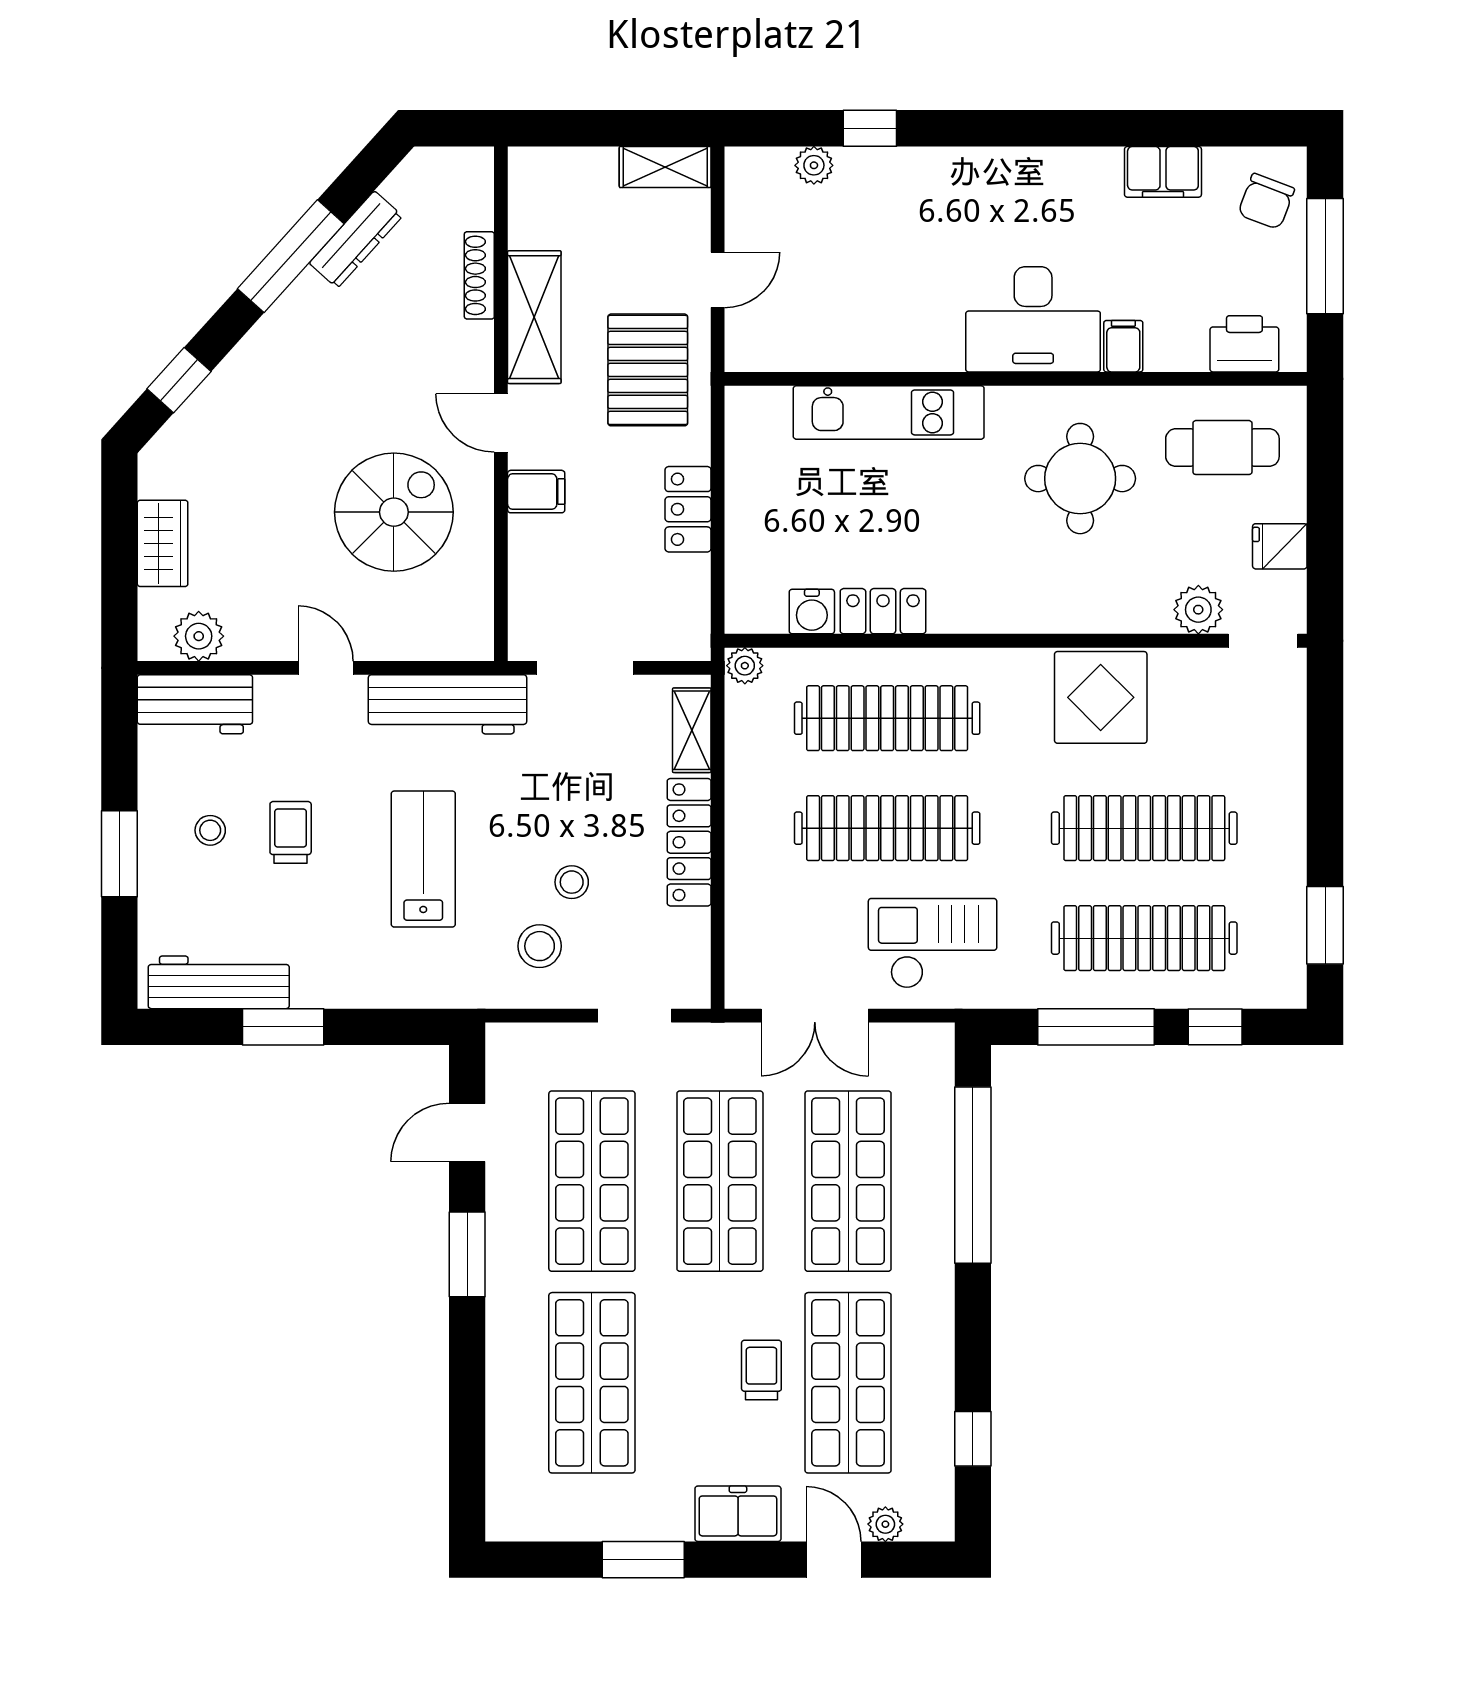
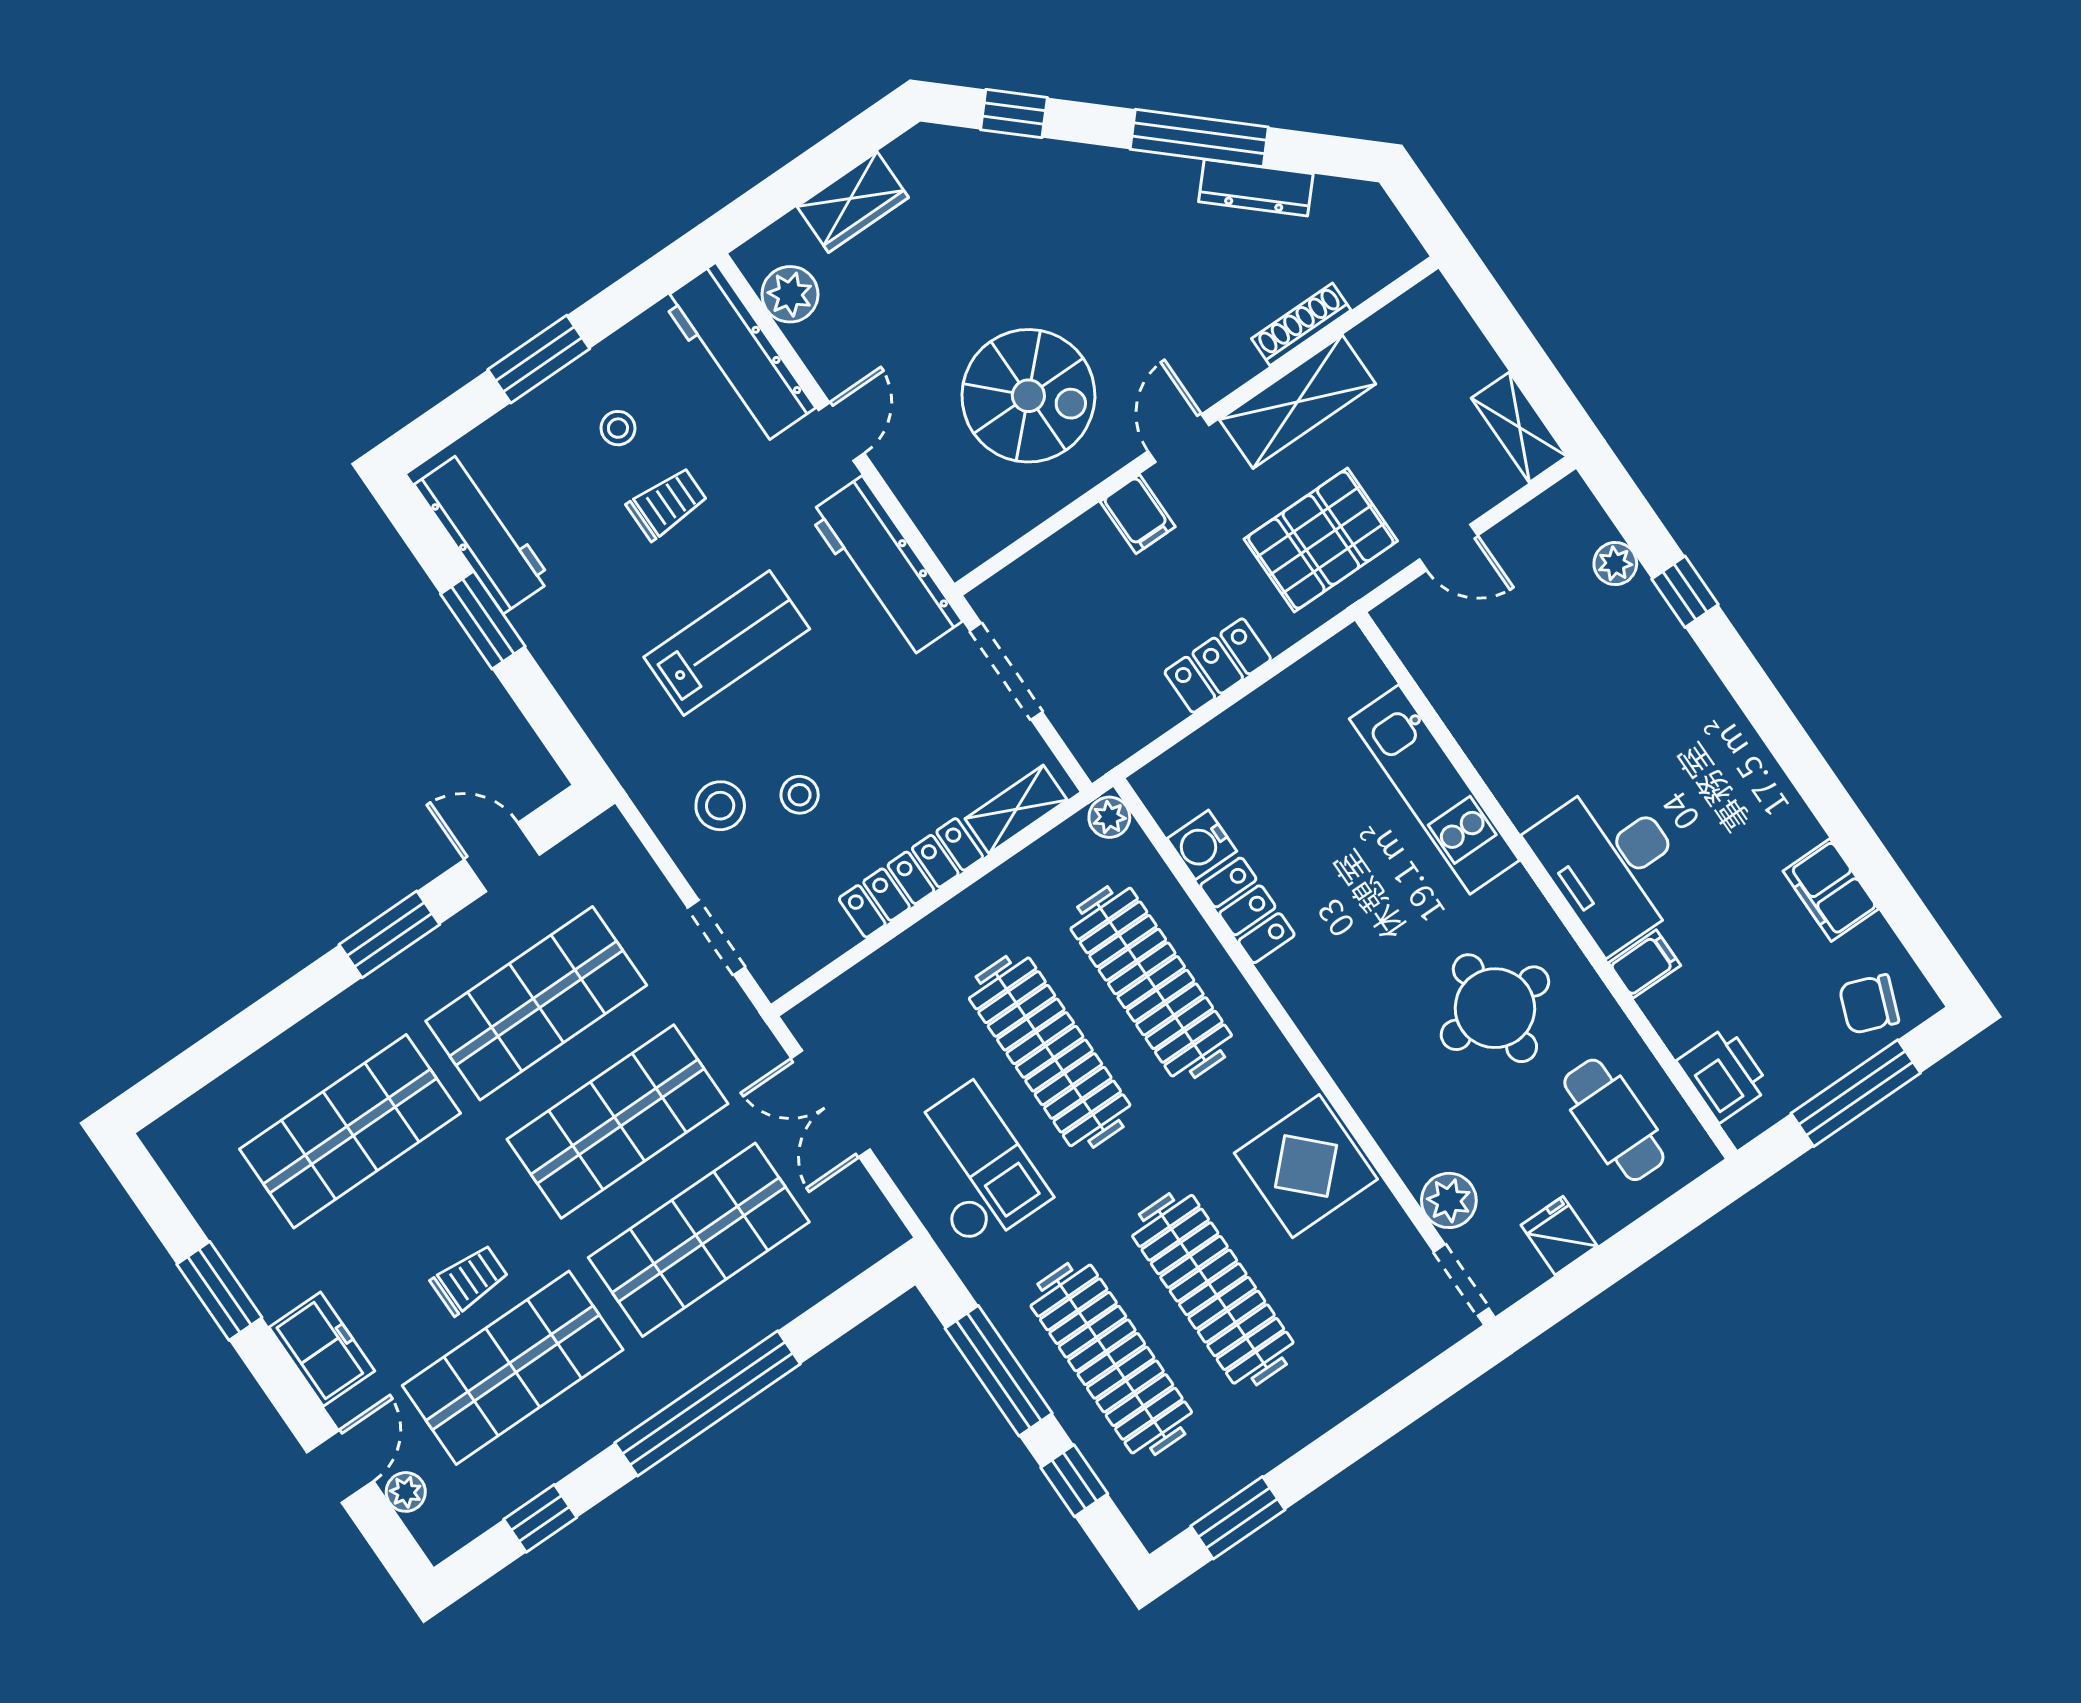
workbench: (195, 704) -> (738, 354), width x1.37
window: (973, 1175) -> (708, 1403), moved

